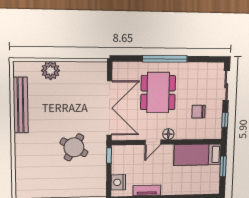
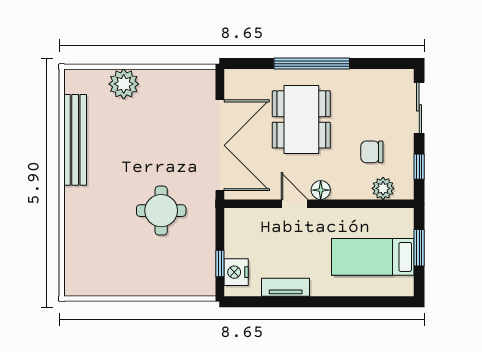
plant: (204, 133) -> (383, 188), added
door: (153, 142) -> (295, 204), swing flipped
round table: (74, 147) -> (161, 211), turned -30
window: (109, 155) -> (220, 263), moved
bed: (197, 155) -> (373, 257), moved

